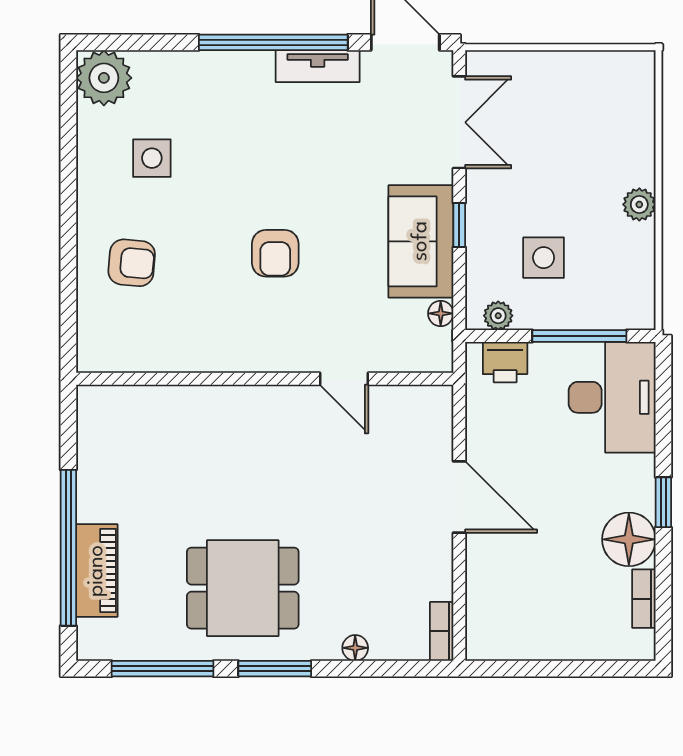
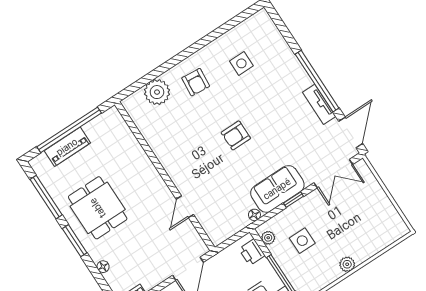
plant: (104, 78) -> (157, 92), moved
wall: (265, 379) -> (165, 176), moved
door: (344, 379) -> (185, 207), moved

